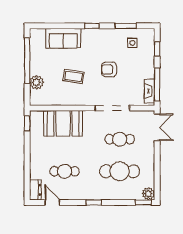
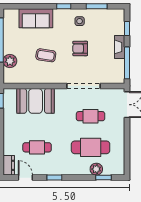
side table: (132, 43) -> (80, 21), moved
fireplace: (149, 91) -> (120, 47), moved
plant: (148, 194) -> (96, 169), moved
window: (94, 202) -> (54, 178), moved
window: (143, 202) -> (103, 178), moved

